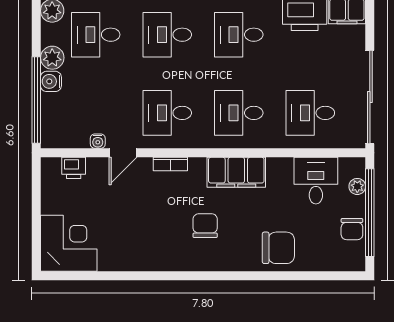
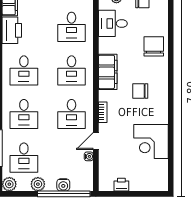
water cooler: (51, 81) -> (63, 185), moved
door: (123, 153) -> (96, 141), swing flipped
printer: (74, 168) -> (121, 185), moved, turned -90
corner desk: (69, 243) -> (151, 142), moved, turned -90

